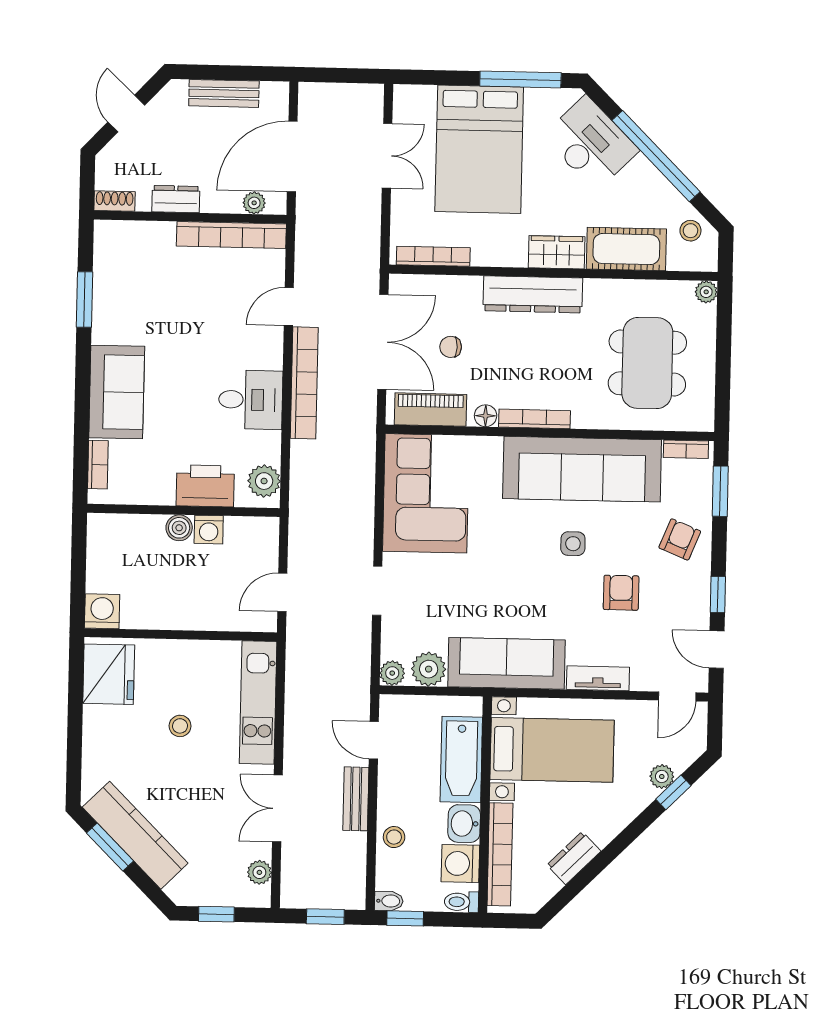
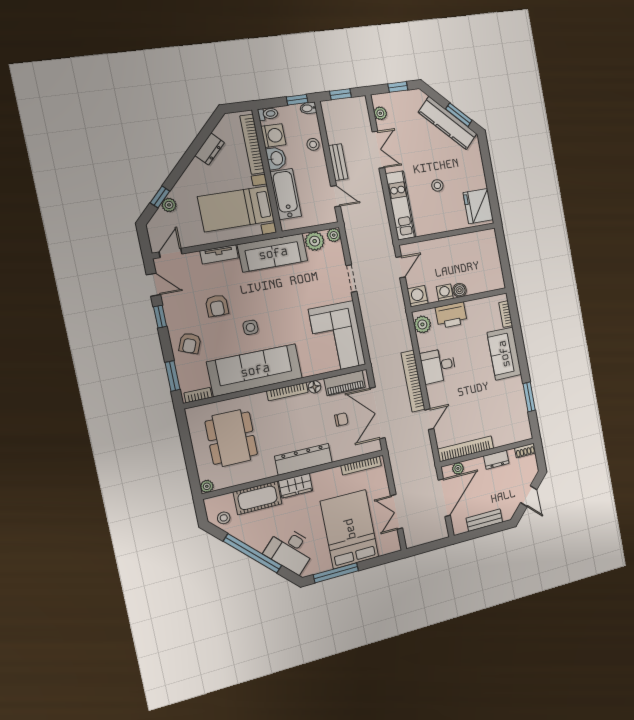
washing machine: (102, 611) -> (418, 296), moved, turned 180

